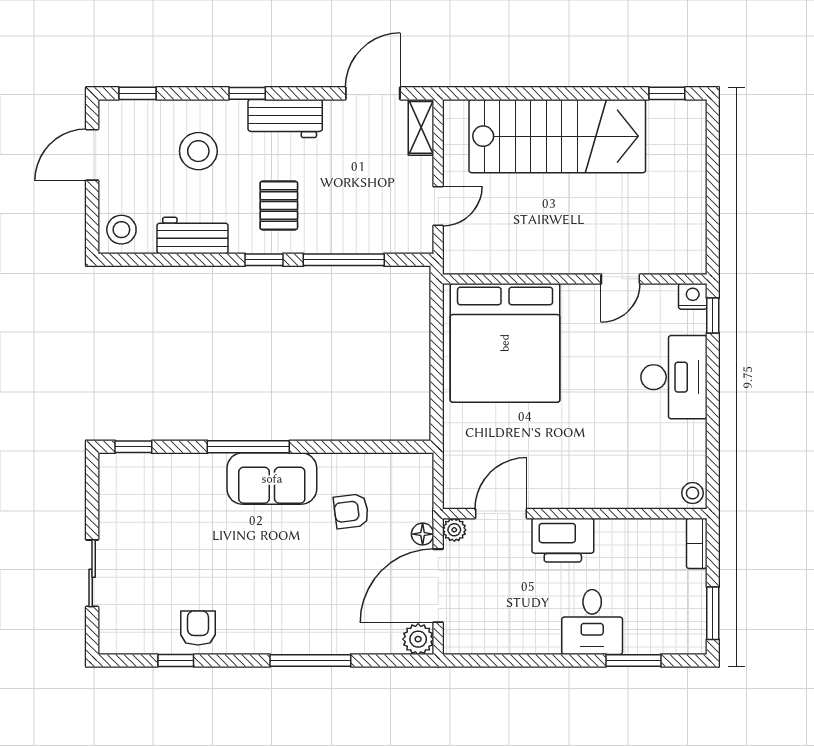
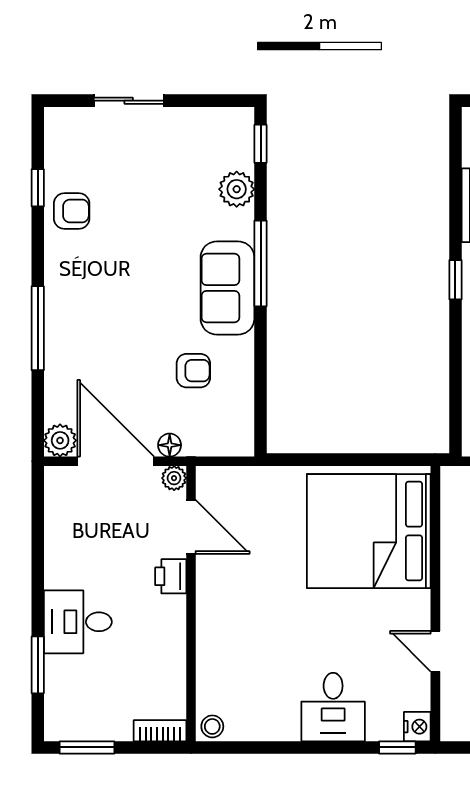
window: (344, 260) -> (455, 363), removed
desk: (674, 377) -> (333, 707), width x0.73
plant: (177, 470) -> (237, 189), added
armchair: (351, 511) -> (193, 371), turned 97
printer: (563, 540) -> (171, 576), width x0.53, depth x0.68

